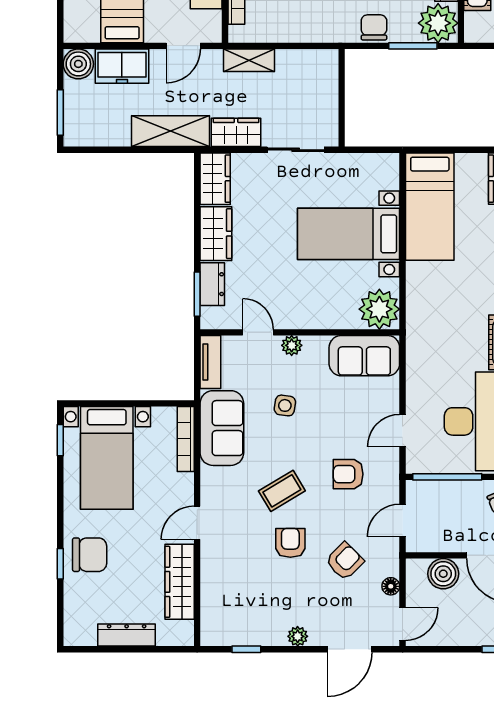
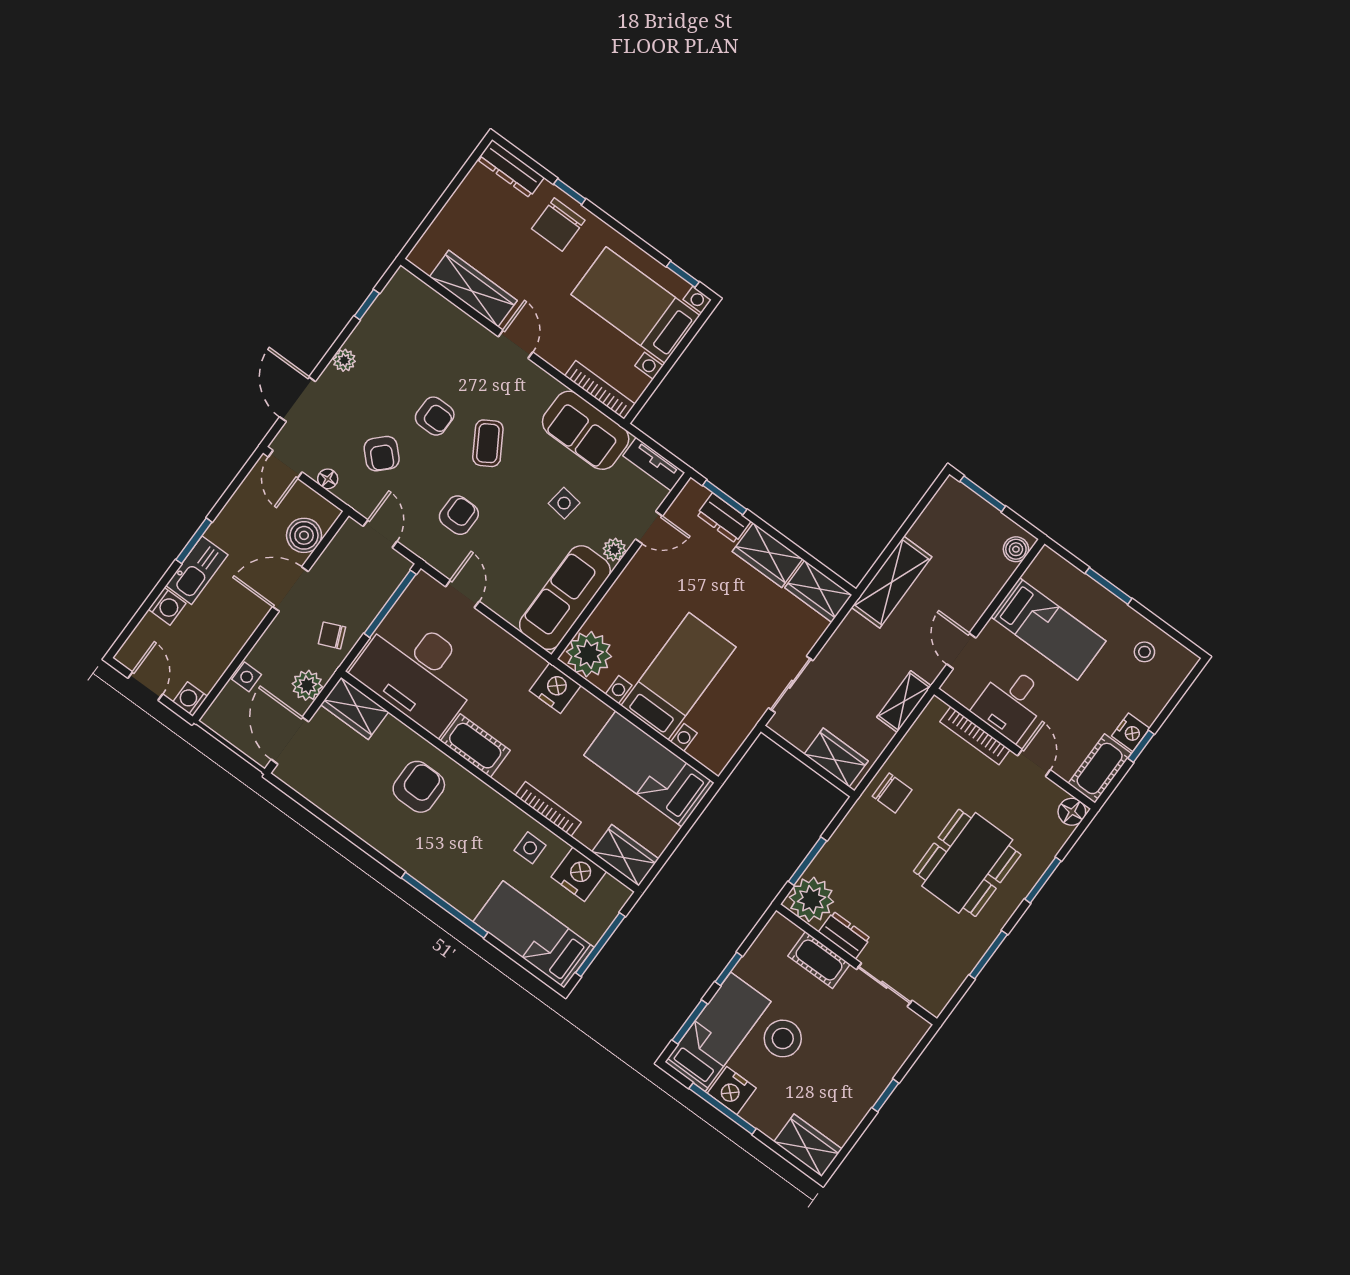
chair: (374, 27) -> (892, 793), moved
boiler: (78, 64) -> (1016, 549), width x0.73, depth x0.73
freezer: (122, 66) -> (984, 581), removed
wardrobe: (236, 132) -> (836, 758), moved, turned -90
nightstand: (421, 315) -> (555, 688), added
sofa: (364, 356) -> (565, 598), width x1.36
dresser: (127, 635) -> (511, 169), moved, turned 90

